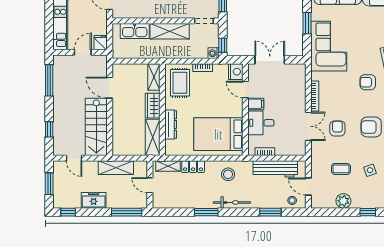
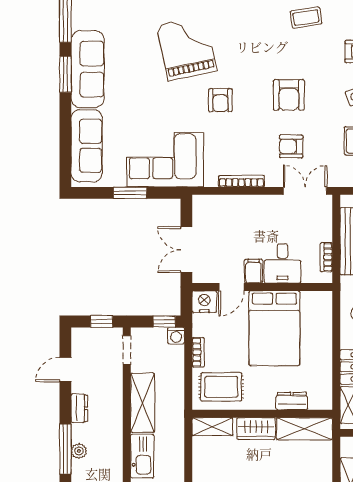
dresser: (171, 125) -> (292, 401), width x0.70
double door: (308, 126) -> (305, 191), moved
bed: (218, 134) -> (274, 328), moved

